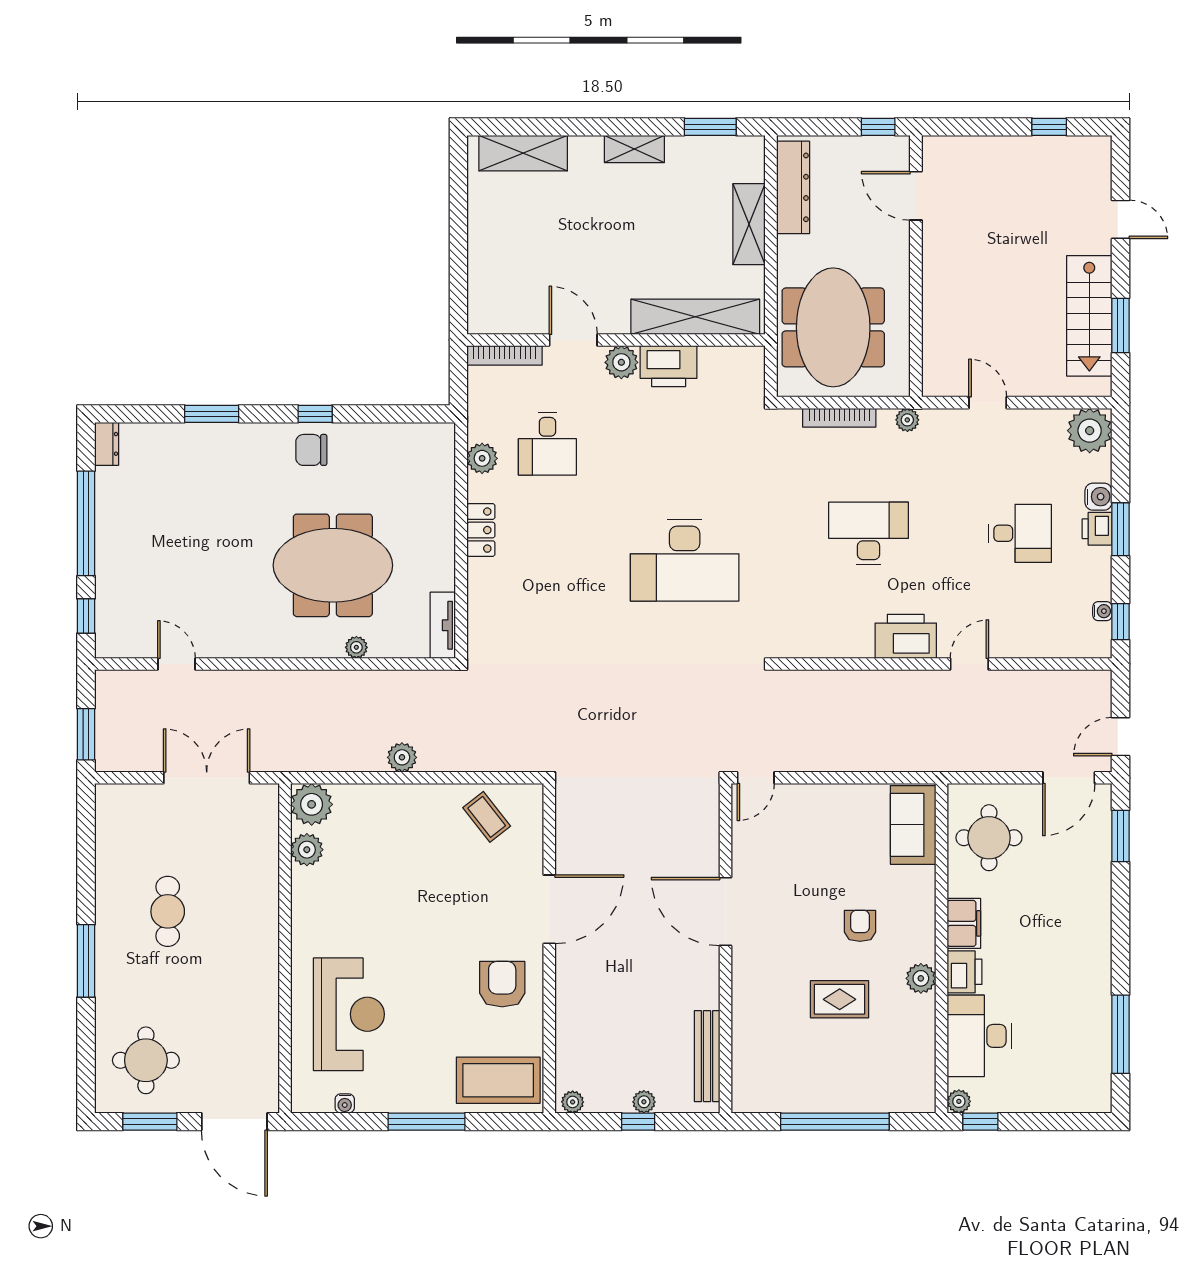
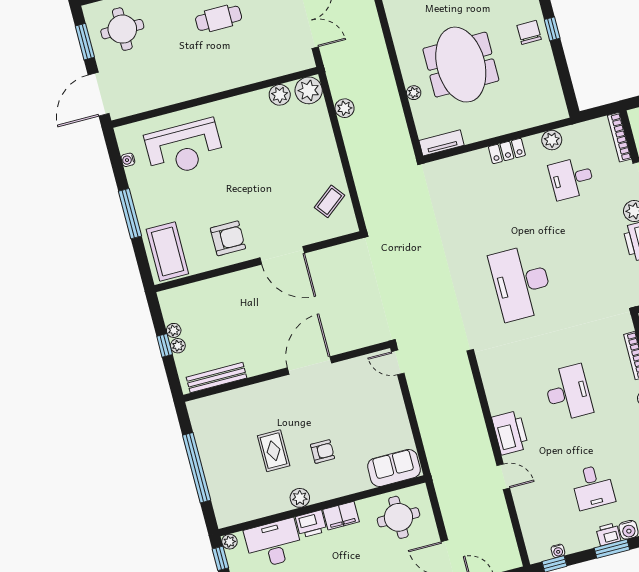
plant: (402, 757) -> (345, 108), moved
plant: (573, 1102) -> (174, 330), moved

